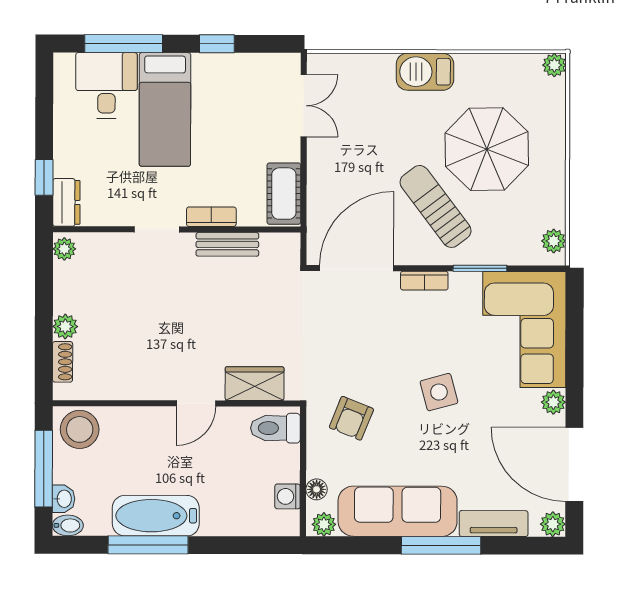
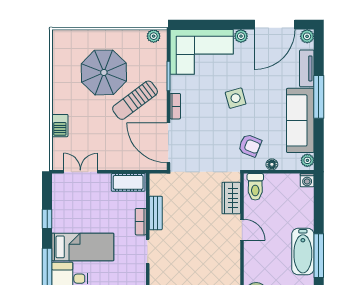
plant: (554, 65) -> (58, 36), removed
barbecue: (425, 72) -> (60, 126), moved, width x0.73, depth x0.79
floor lamp: (317, 489) -> (272, 164), moved
washing machine: (288, 496) -> (307, 180), moved

